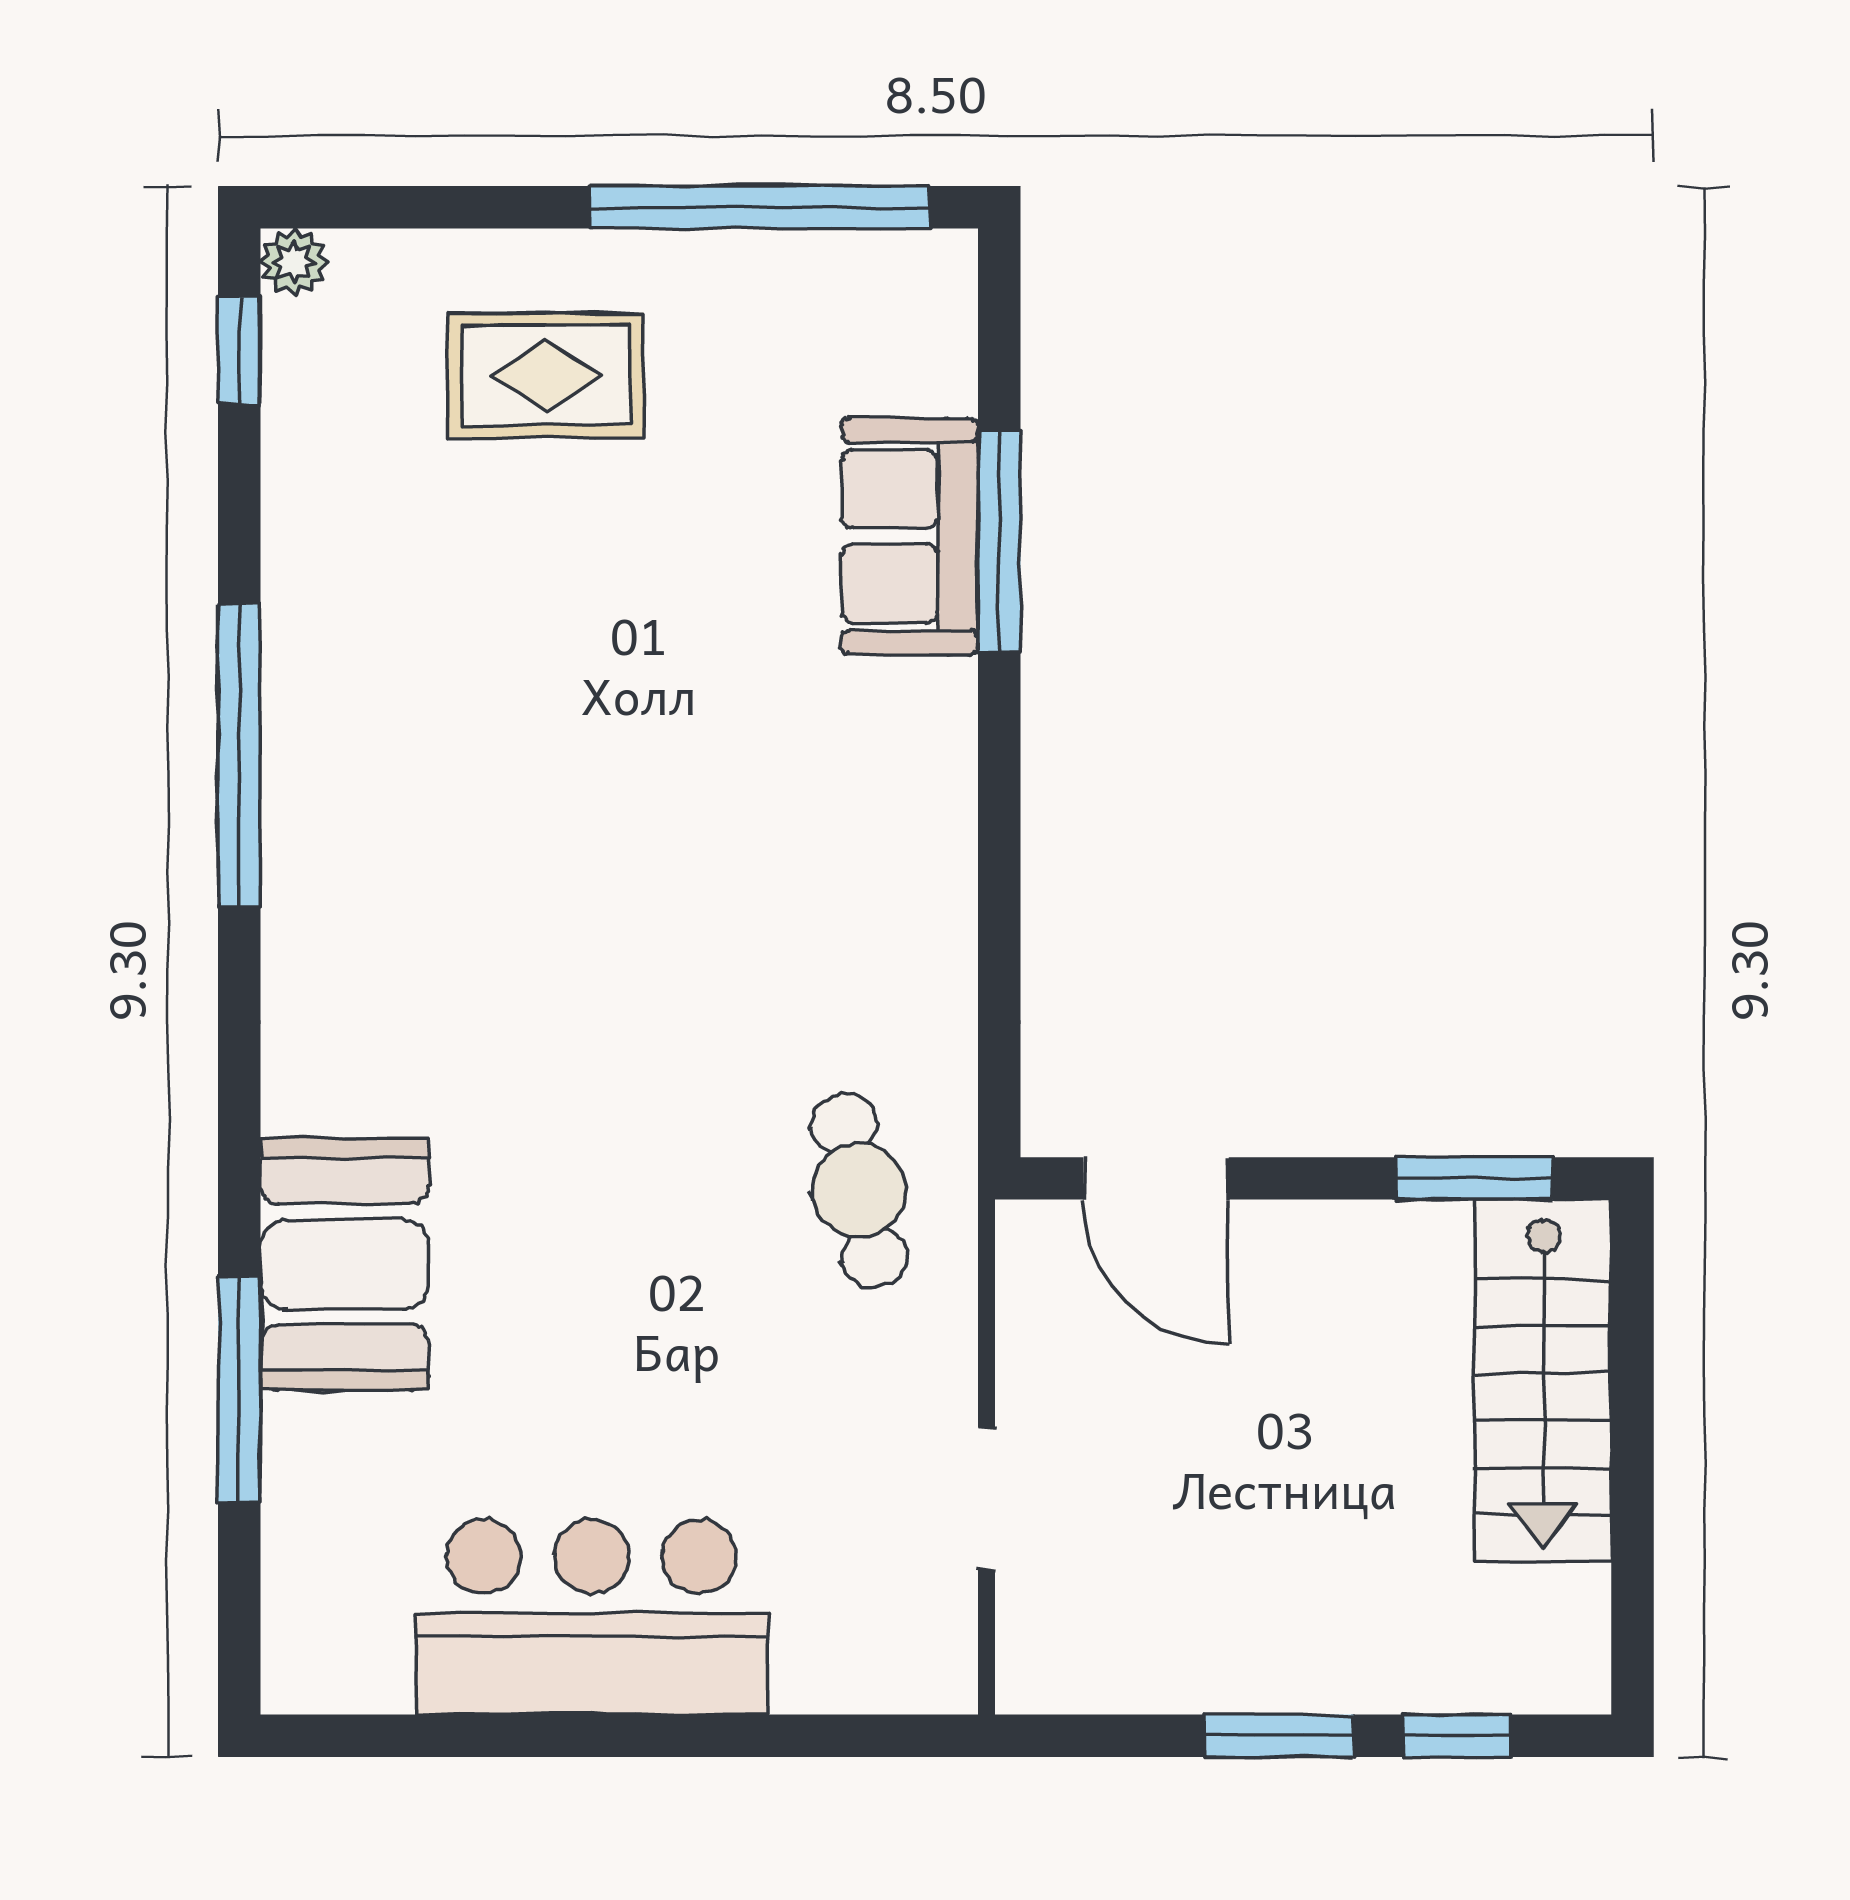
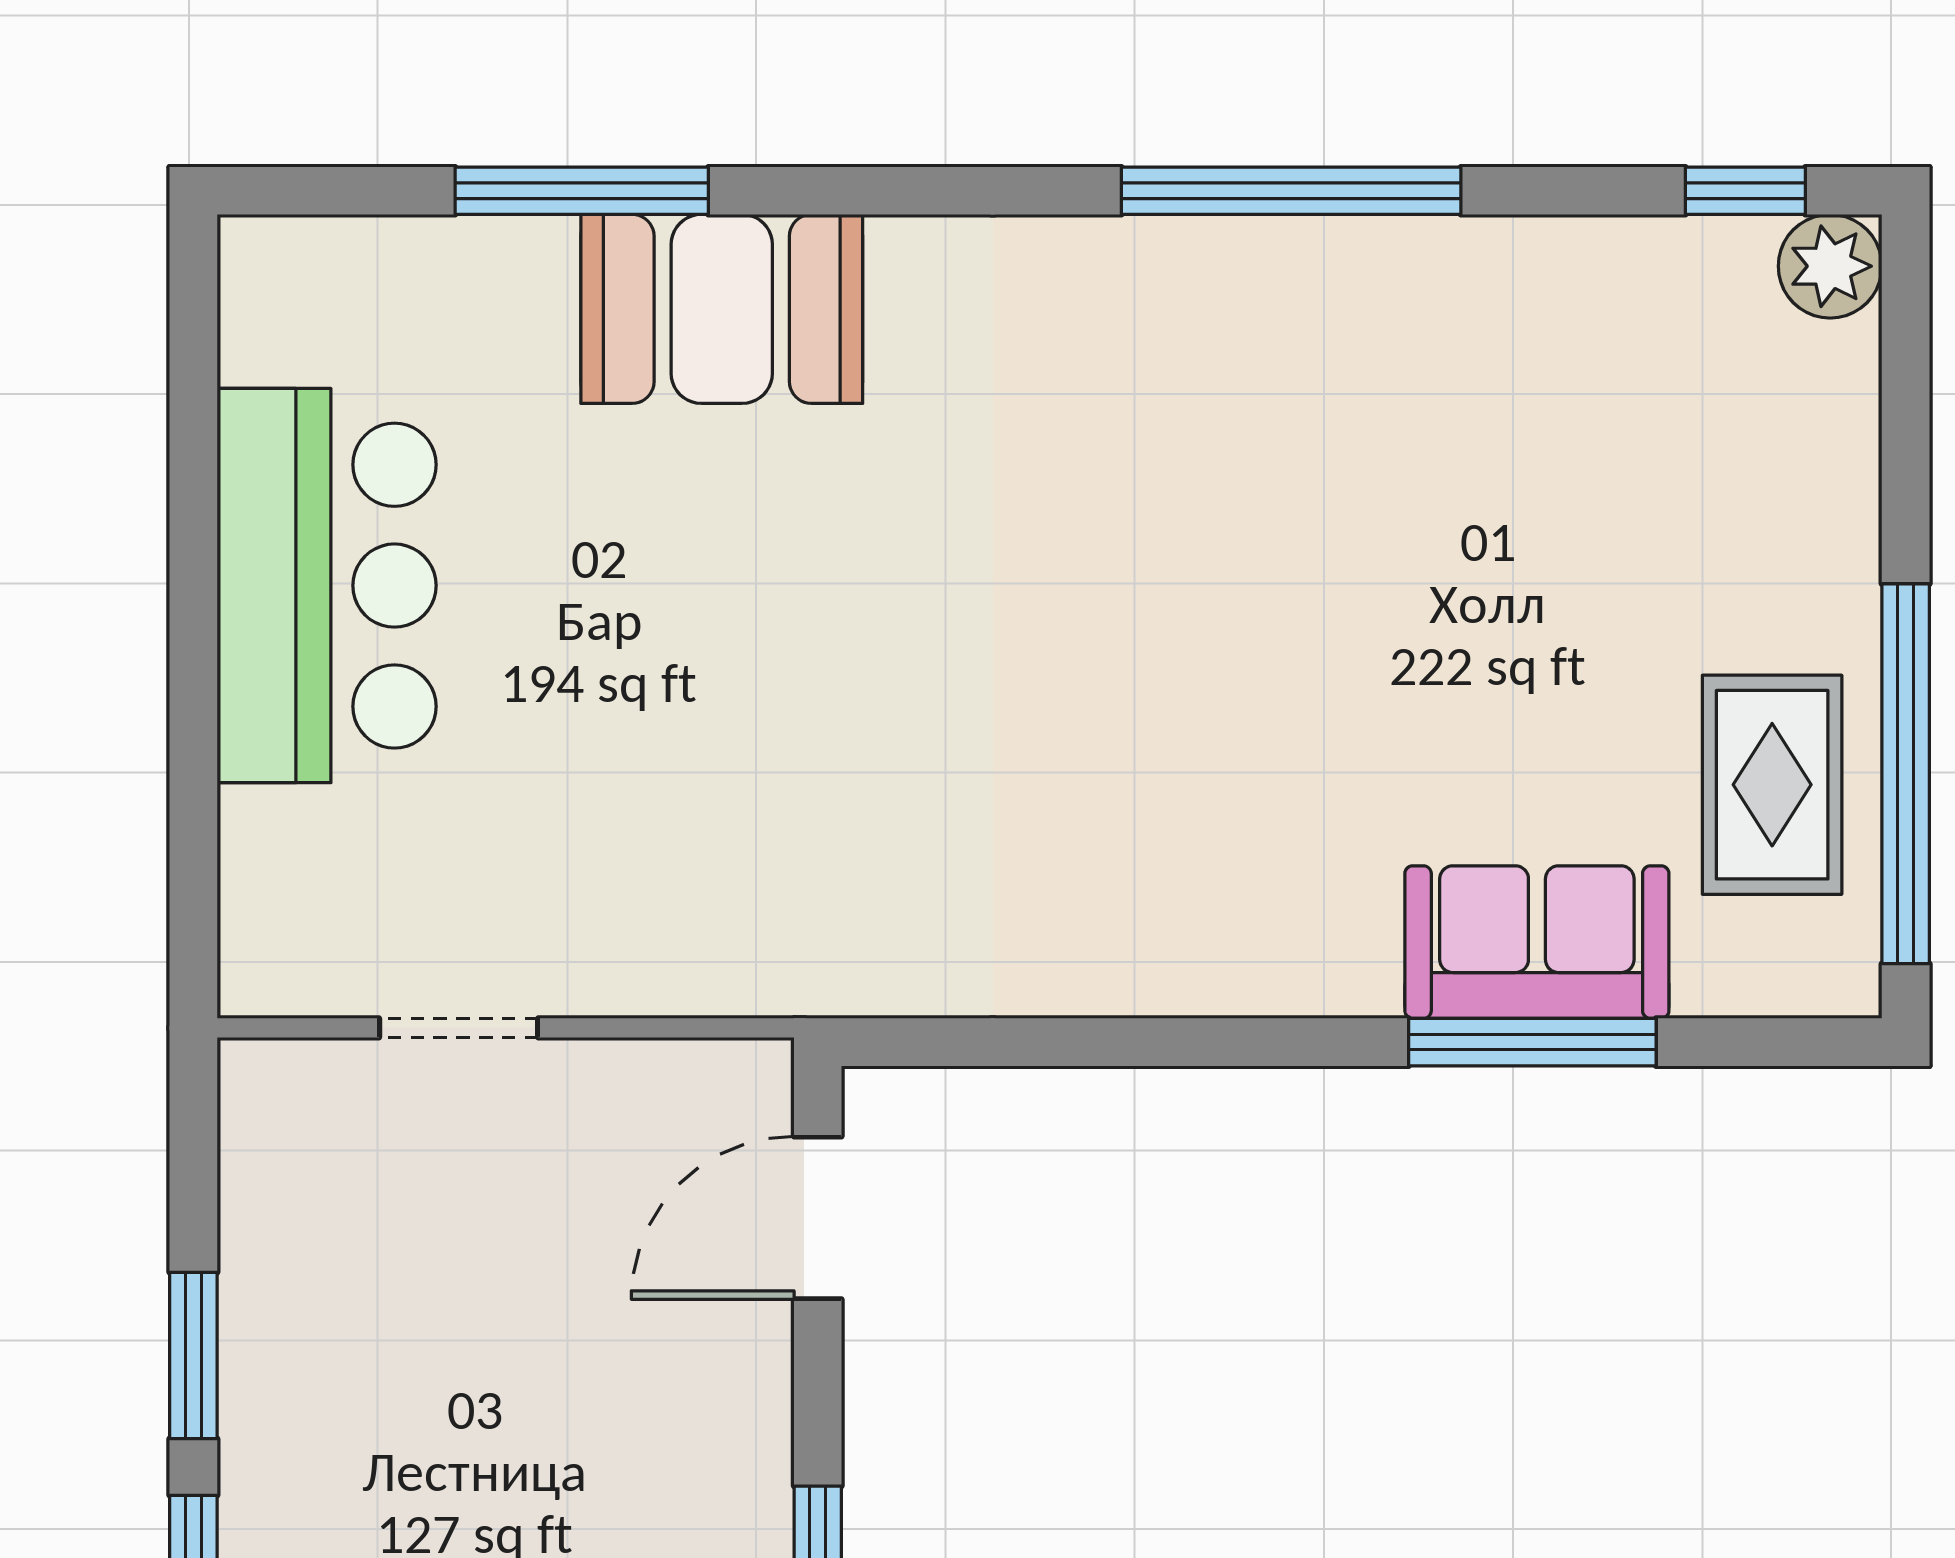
plant: (294, 262) -> (1830, 266), width x1.38, depth x1.38
rug: (546, 375) -> (1772, 785), moved
cafe table: (859, 1190) -> (804, 885), removed

